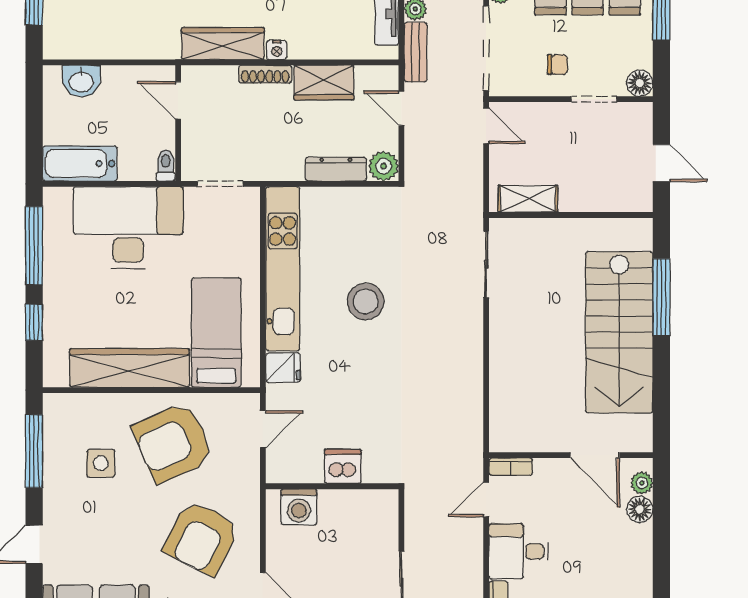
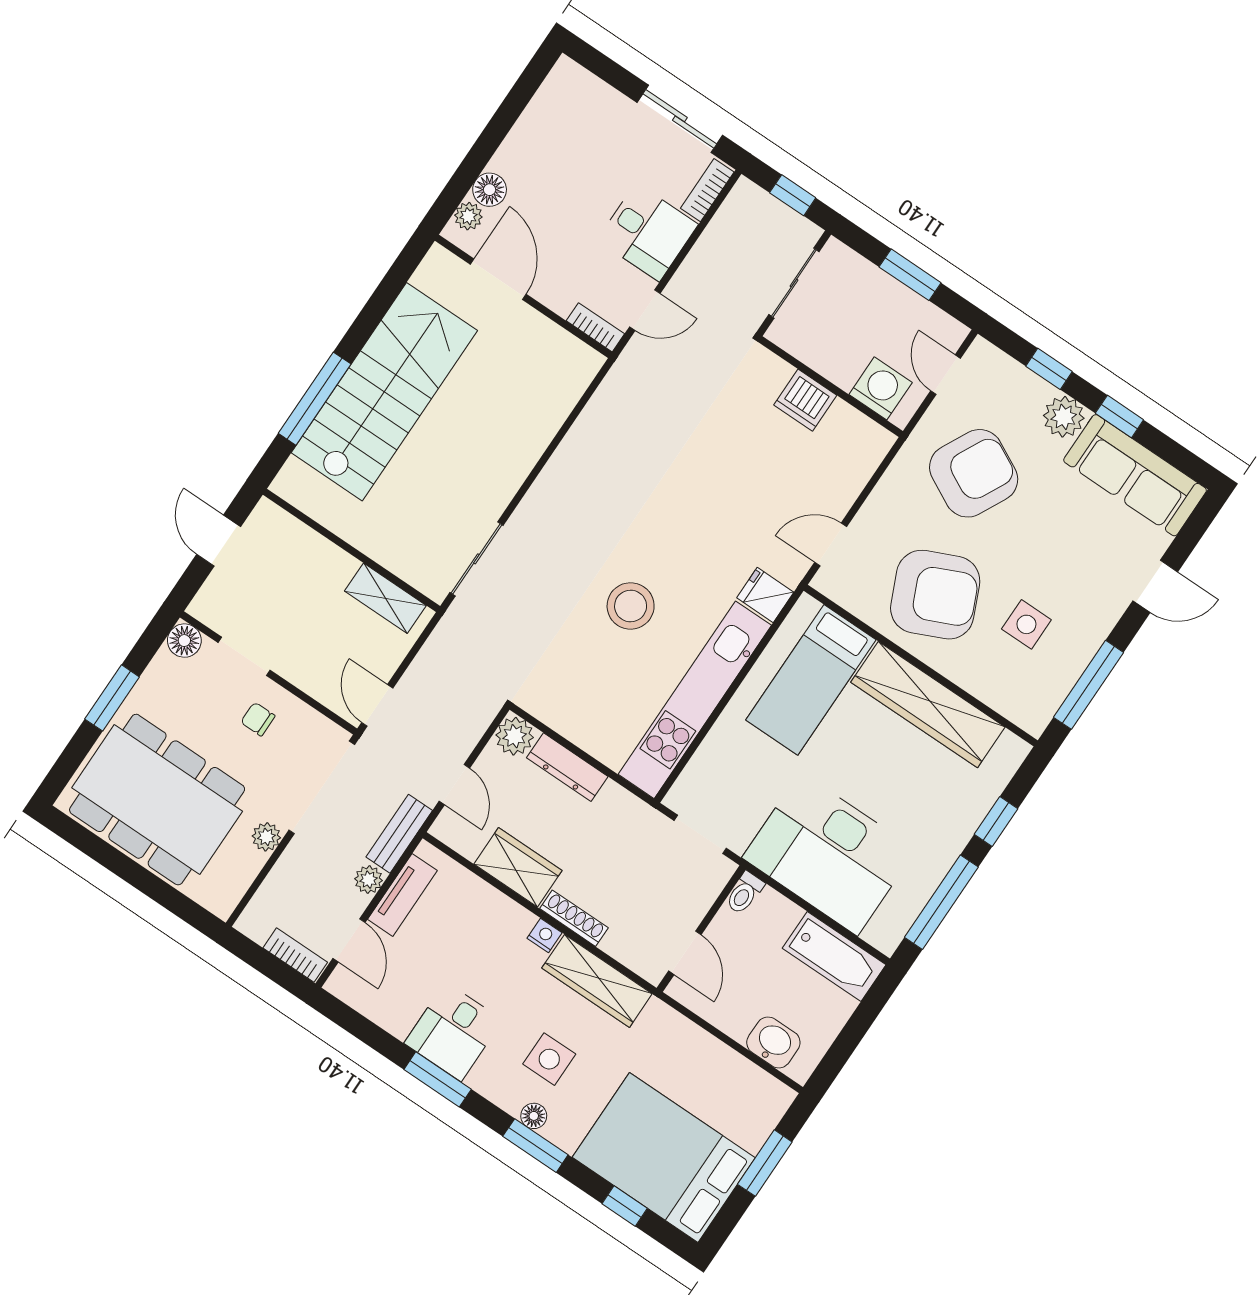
dishwasher: (343, 466) -> (805, 400), moved
wall: (332, 486) -> (831, 387), moved
washing machine: (299, 507) -> (881, 388), moved

